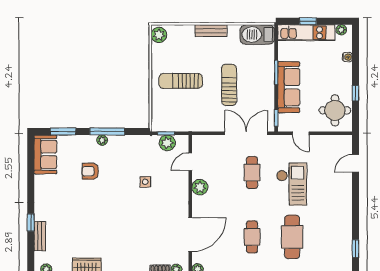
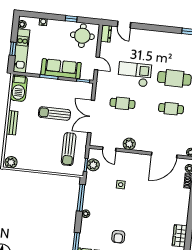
sun lounger: (181, 81) -> (69, 149), moved
window: (107, 131) -> (81, 198), moved
double door: (246, 133) -> (91, 116), moved
door: (301, 133) -> (97, 63), hinge flipped
dresser: (341, 141) -> (106, 34), added
armchair: (90, 171) -> (118, 237), moved
door: (190, 235) -> (164, 155), swing flipped

